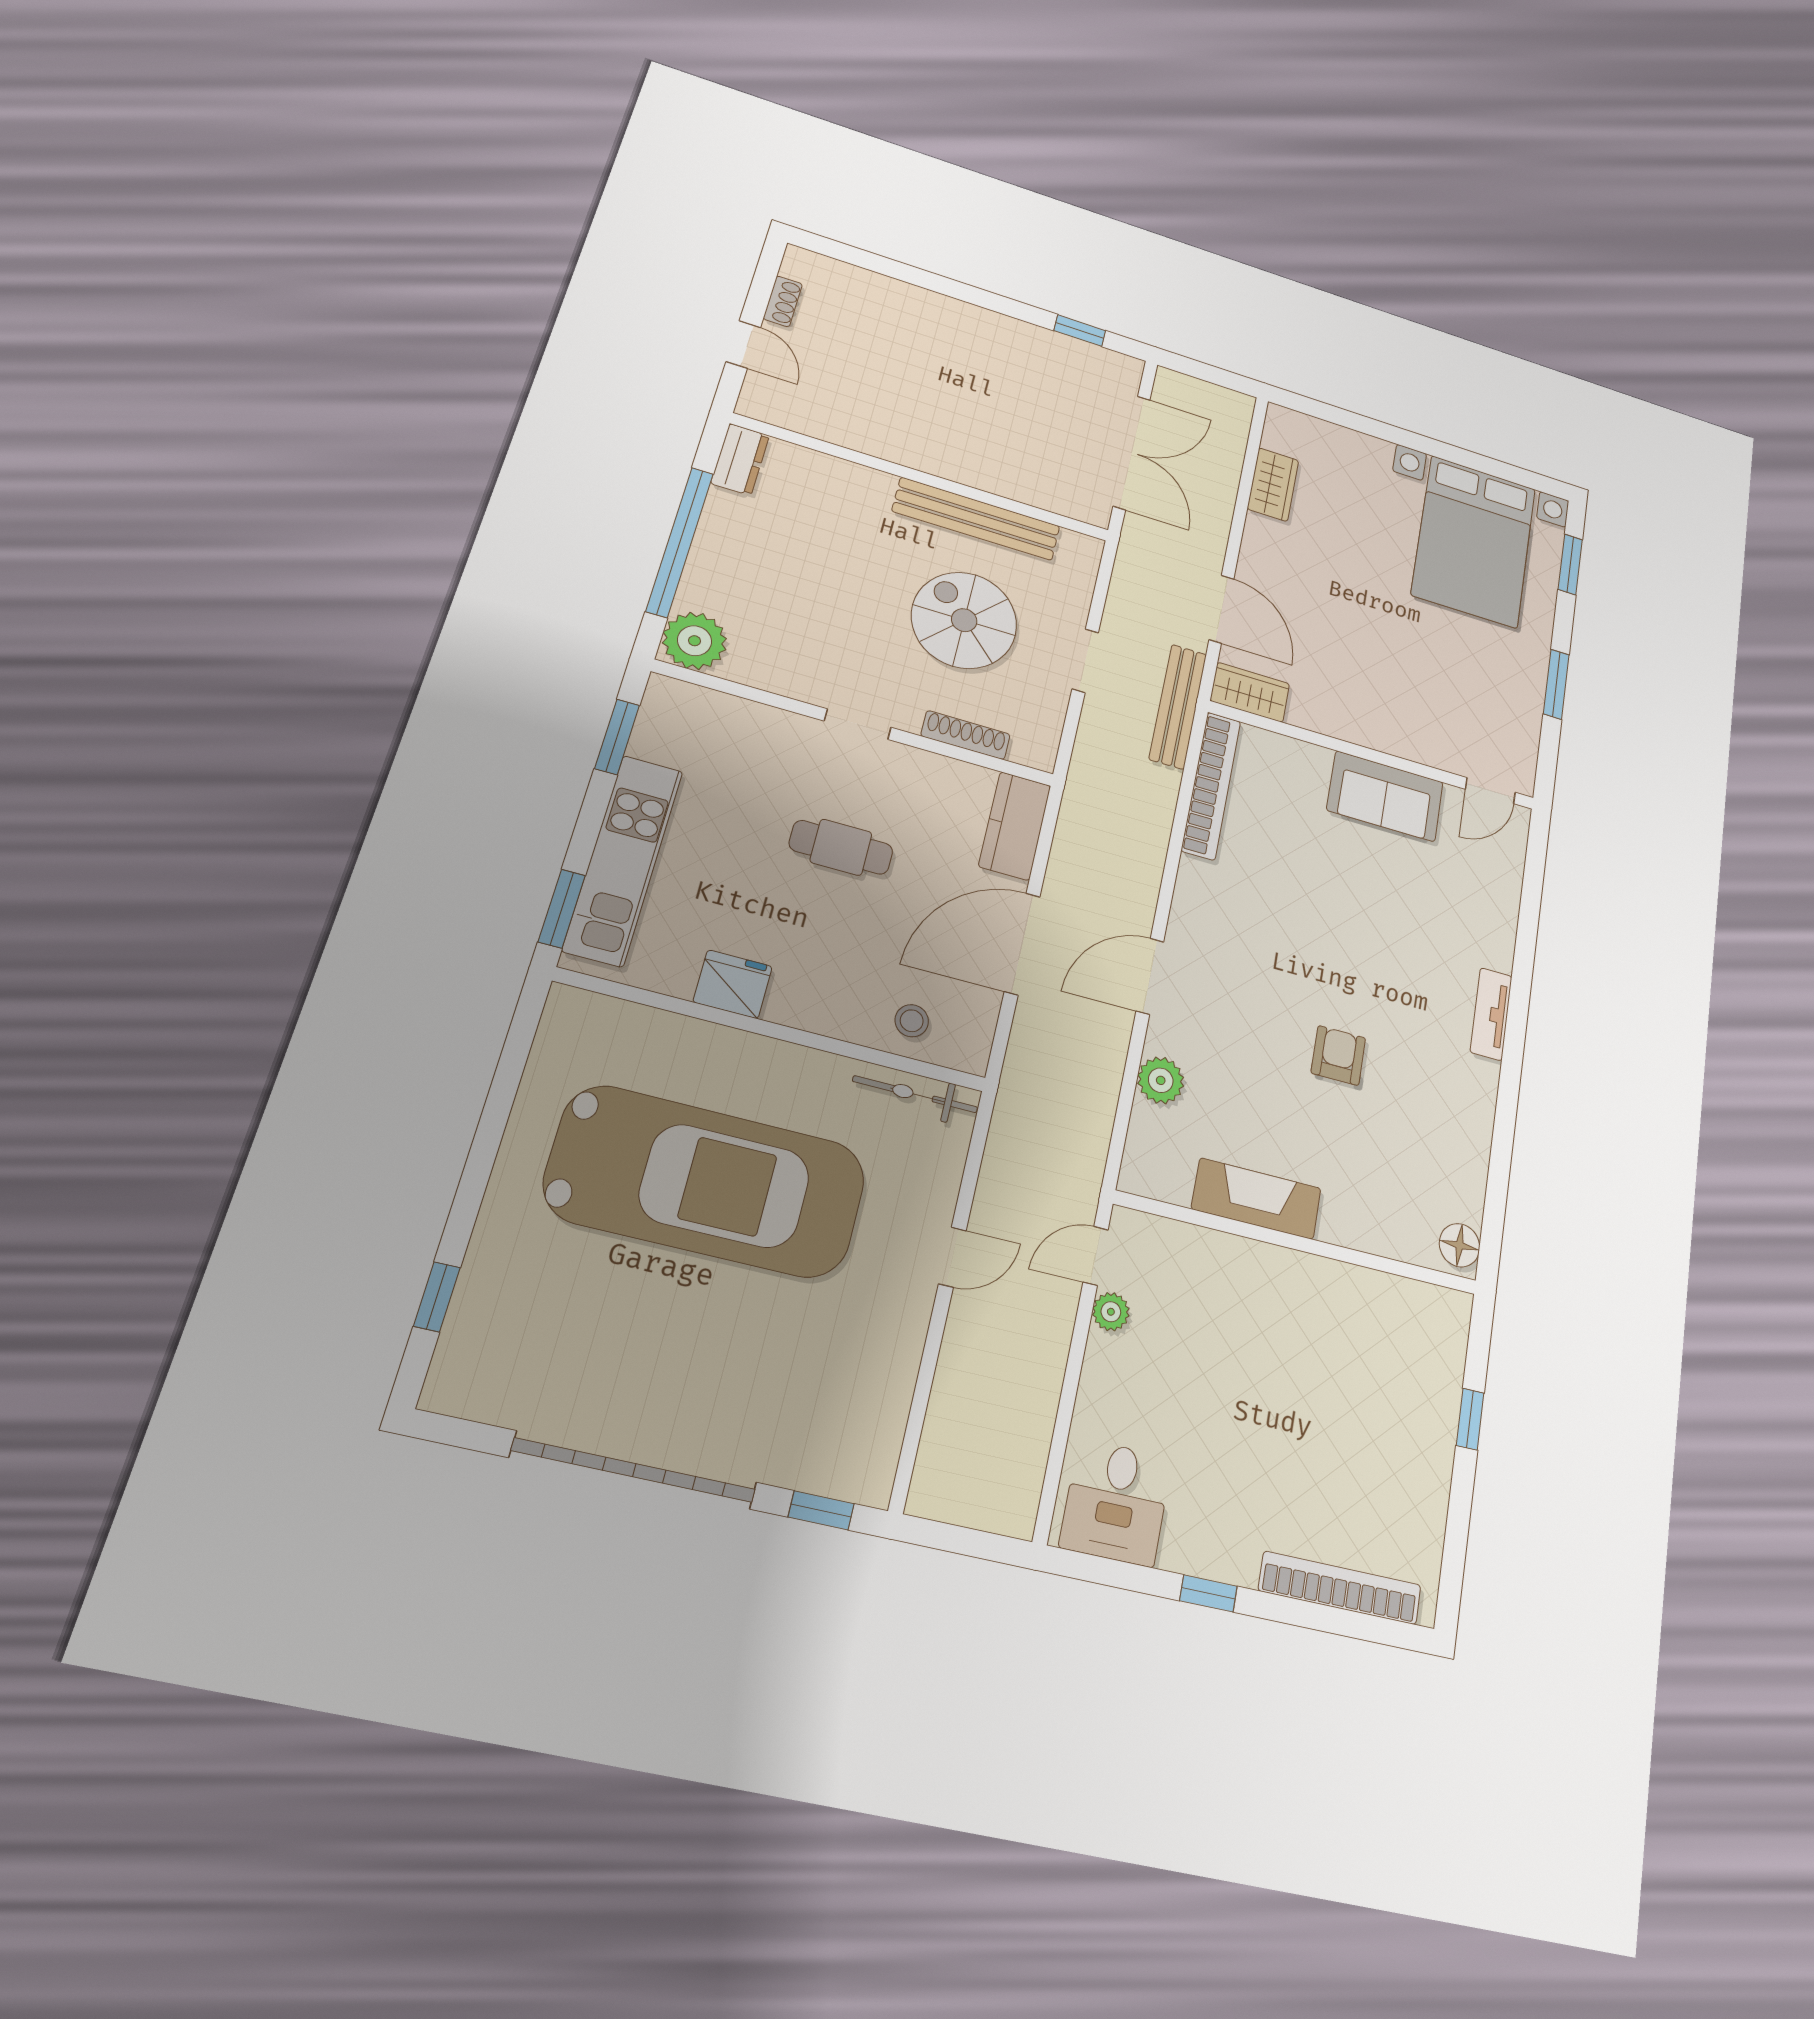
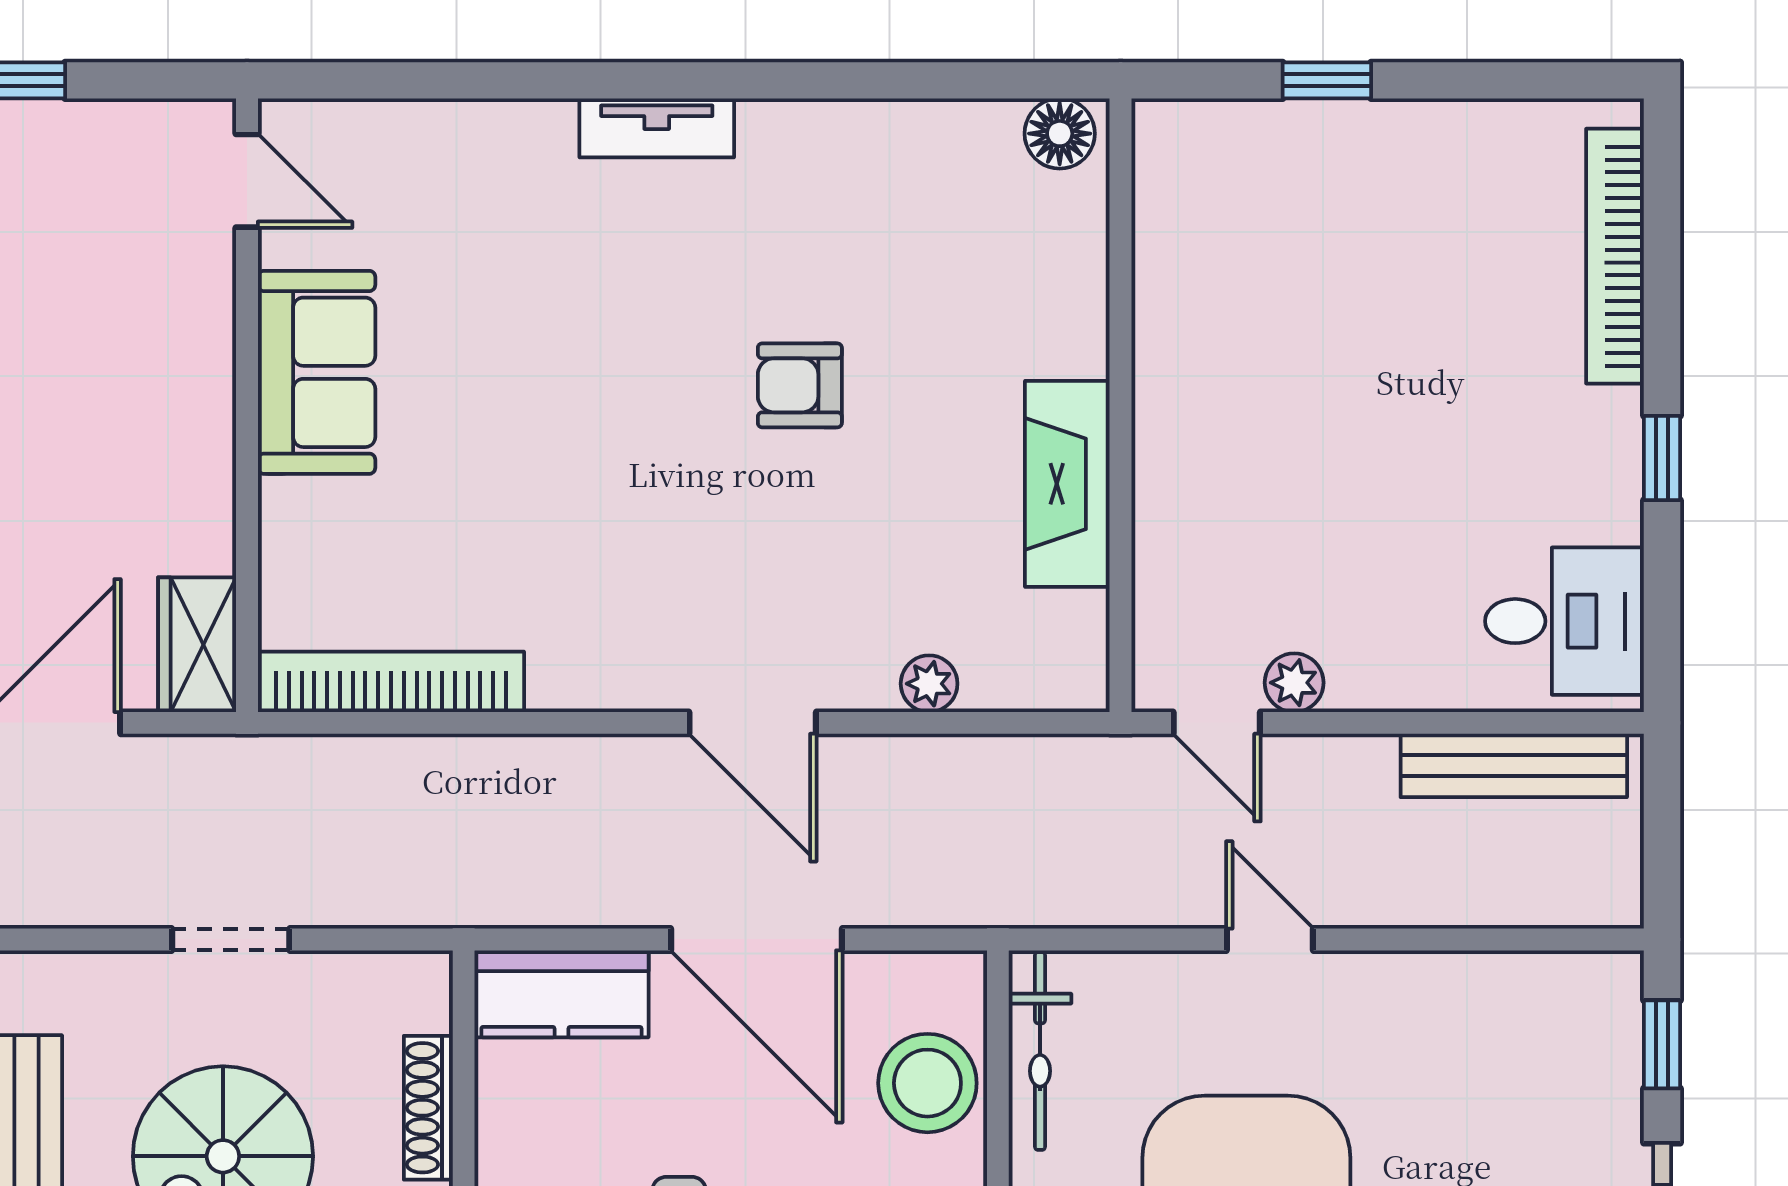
bench: (1178, 706) -> (1514, 765), moved
stool: (912, 1021) -> (927, 1083), width x1.89, depth x1.89
plant: (1161, 1080) -> (929, 684), width x0.73, depth x0.73

